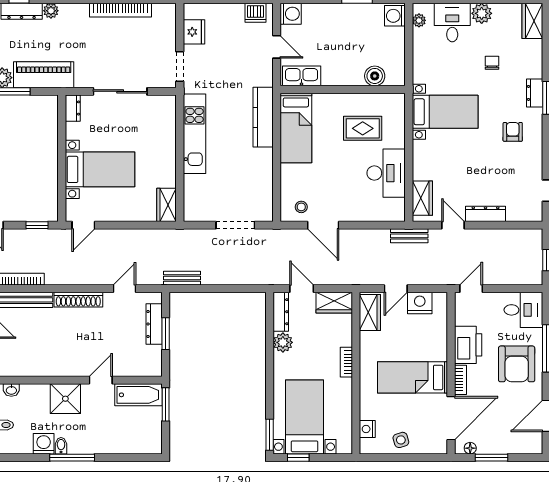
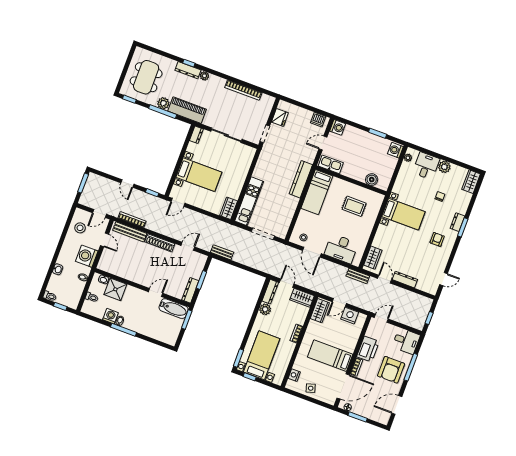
door: (277, 47) -> (323, 143), swing flipped
kitchen unit: (195, 134) -> (249, 201), moved
desk: (386, 173) -> (341, 249), moved, turned 90
dresser: (154, 324) -> (190, 290), moved
shower: (65, 399) -> (115, 289), moved

